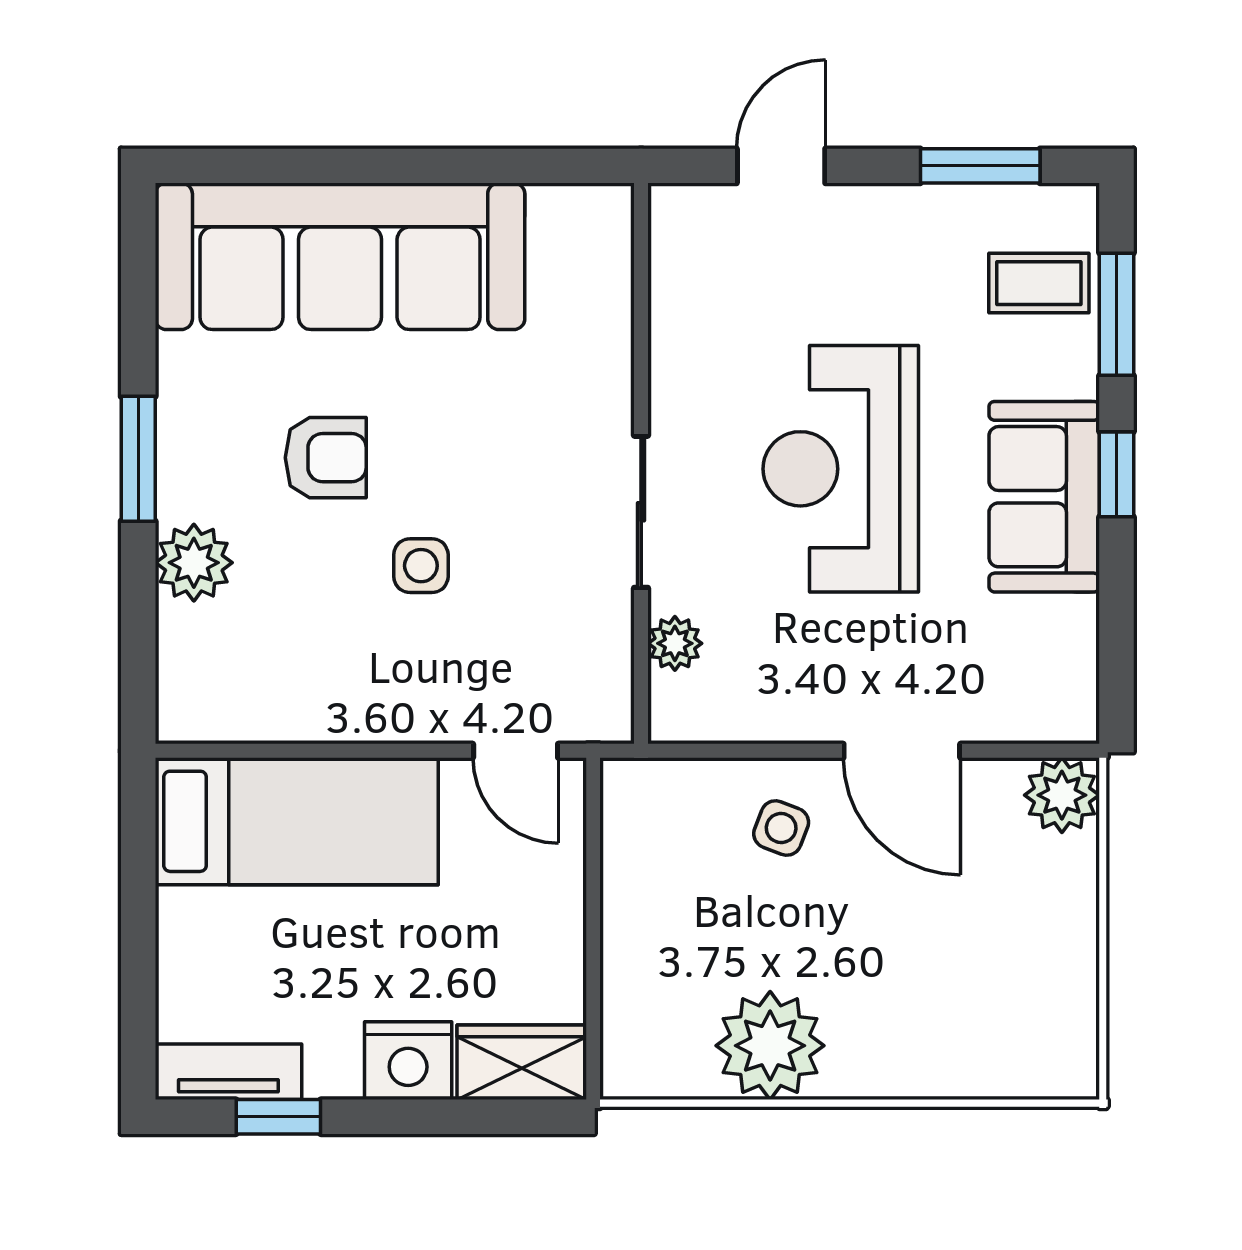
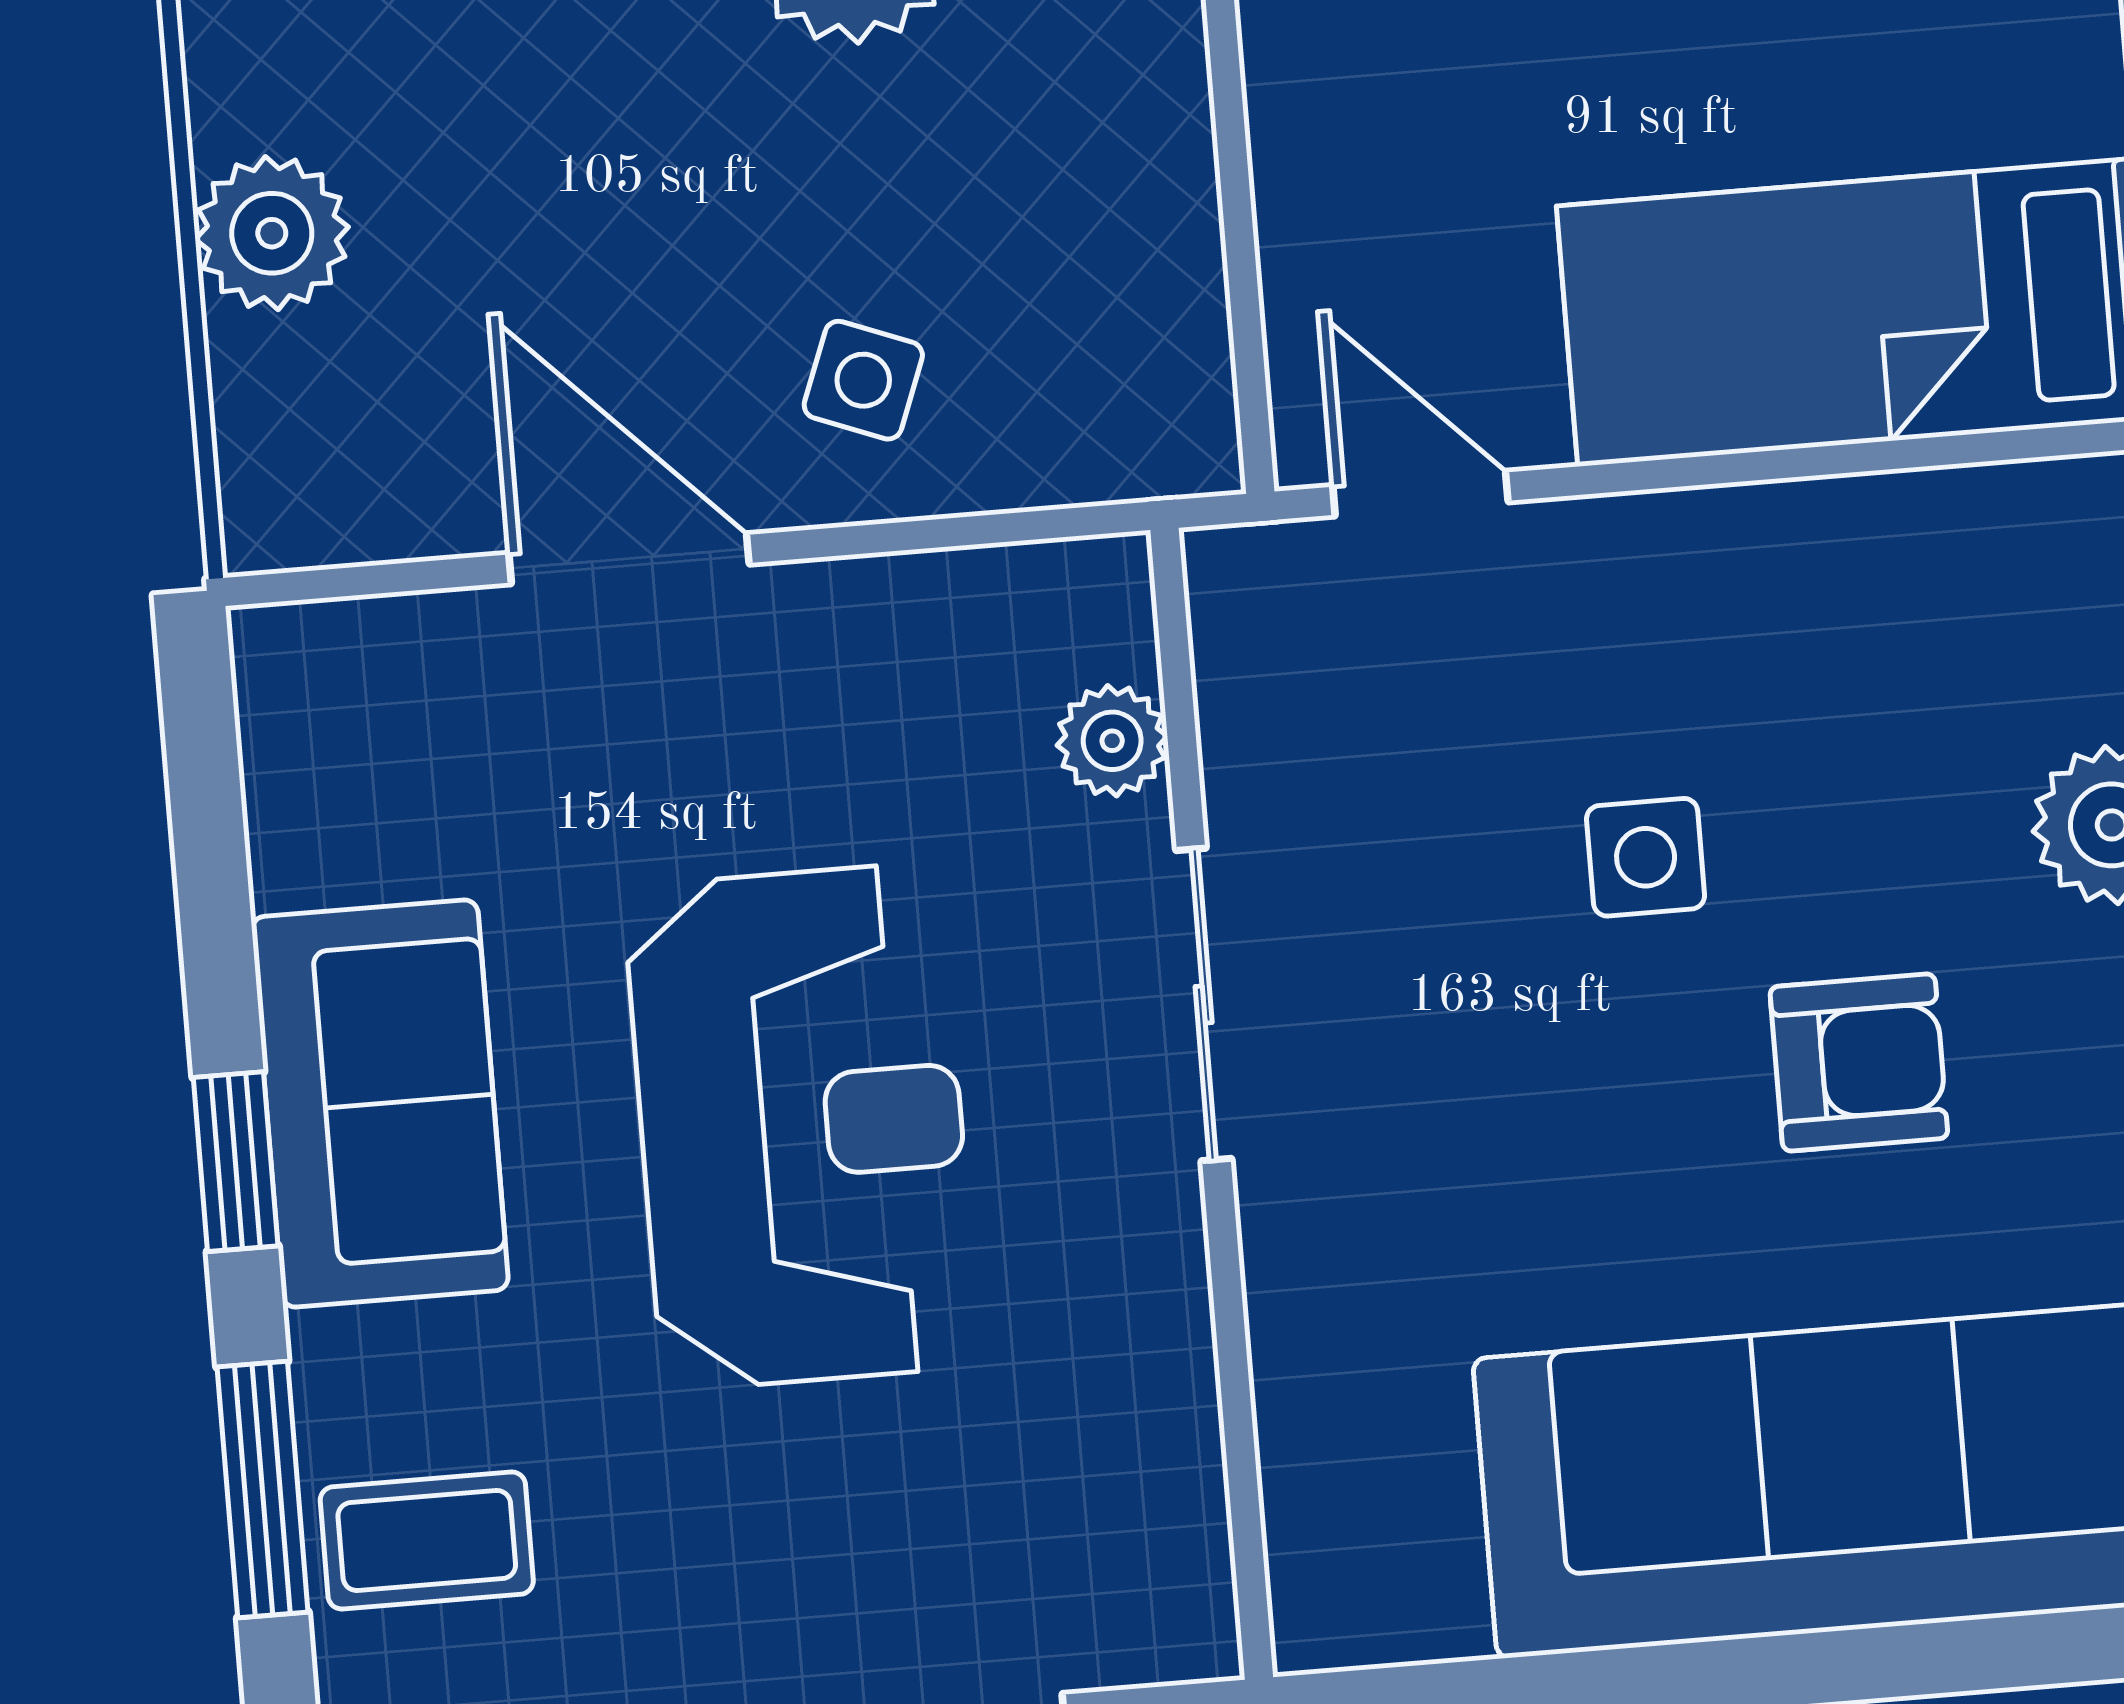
armchair: (326, 458) -> (1859, 1062), turned 180
plant: (1062, 795) -> (272, 233), moved

